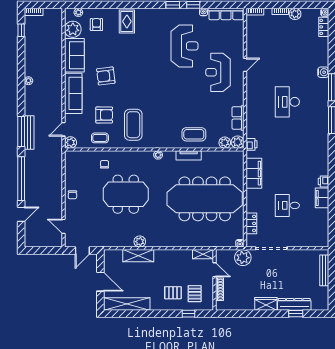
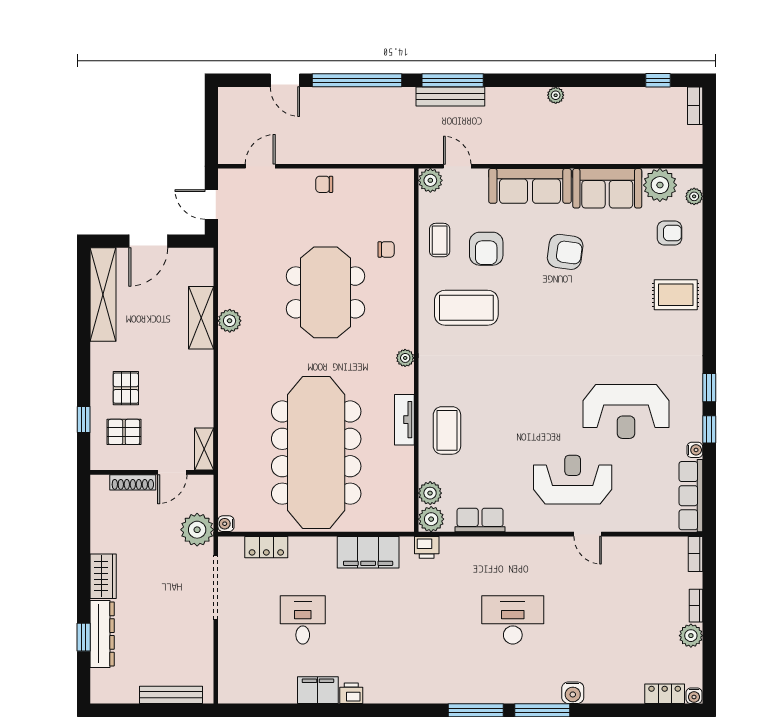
armchair: (106, 76) -> (565, 252), turned 105

